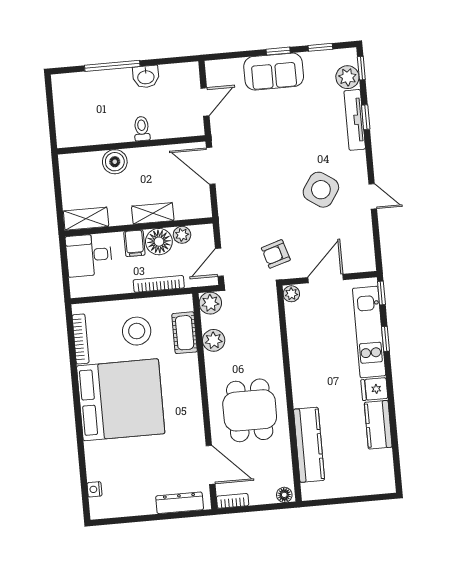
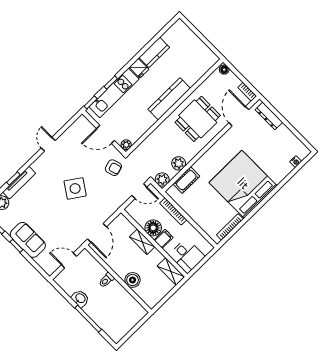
side table: (321, 190) -> (75, 188), moved
plant: (182, 235) -> (141, 220), removed
stool: (137, 331) -> (204, 203), removed
kitchen counter: (309, 445) -> (169, 99), moved

